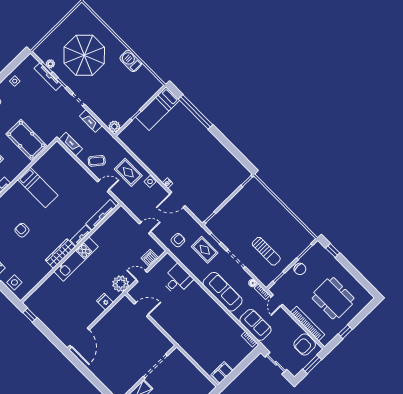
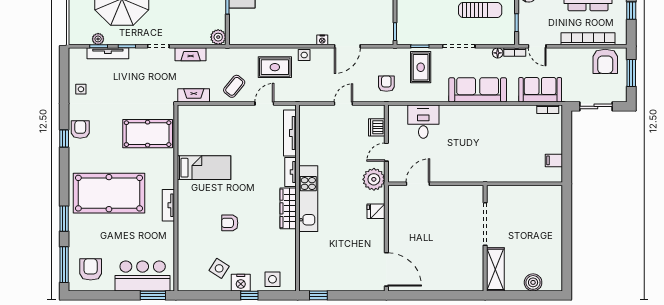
rug: (205, 250) -> (421, 67), turned 90
filing cabinet: (222, 373) -> (554, 160), width x0.50

